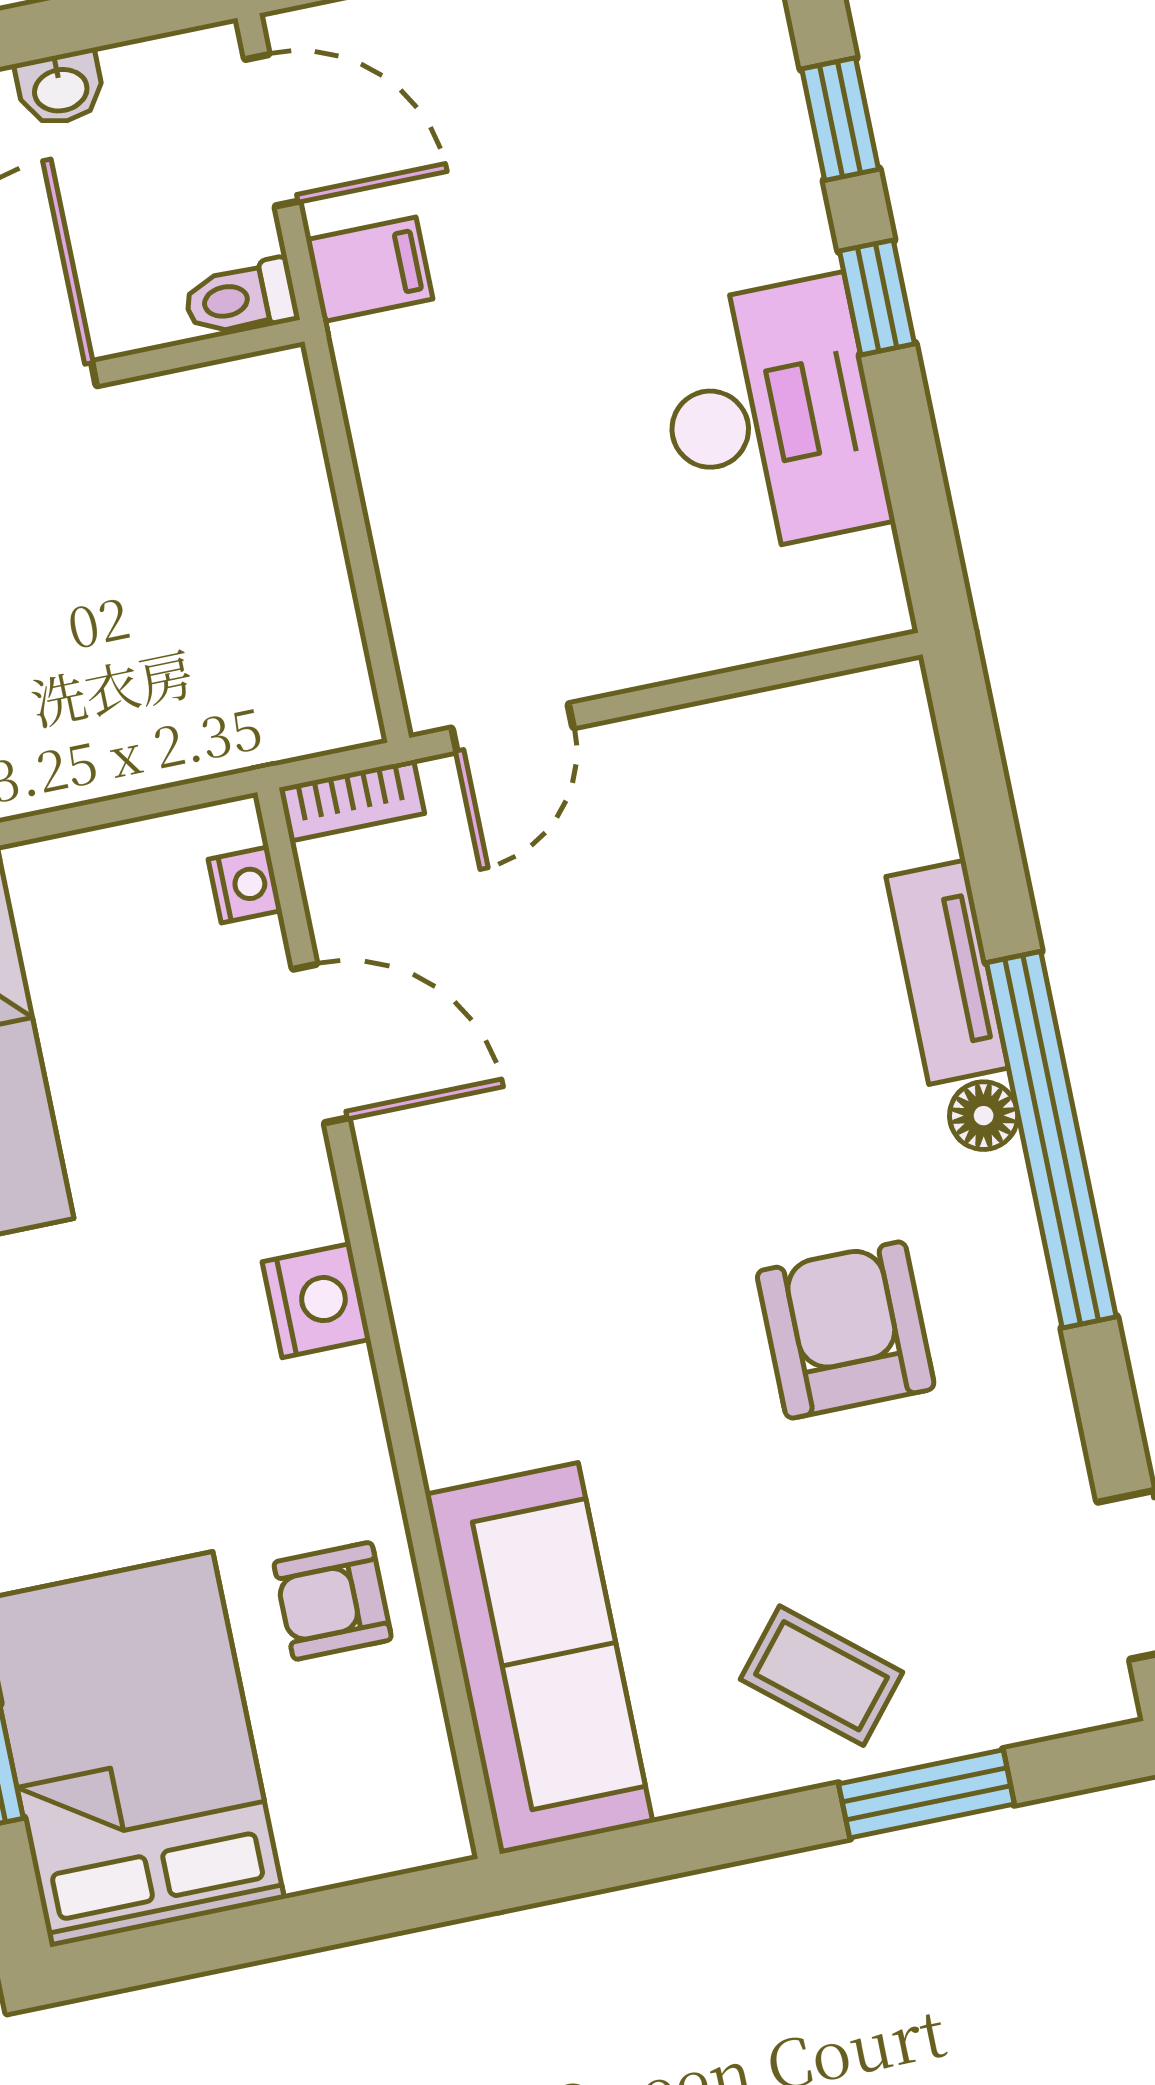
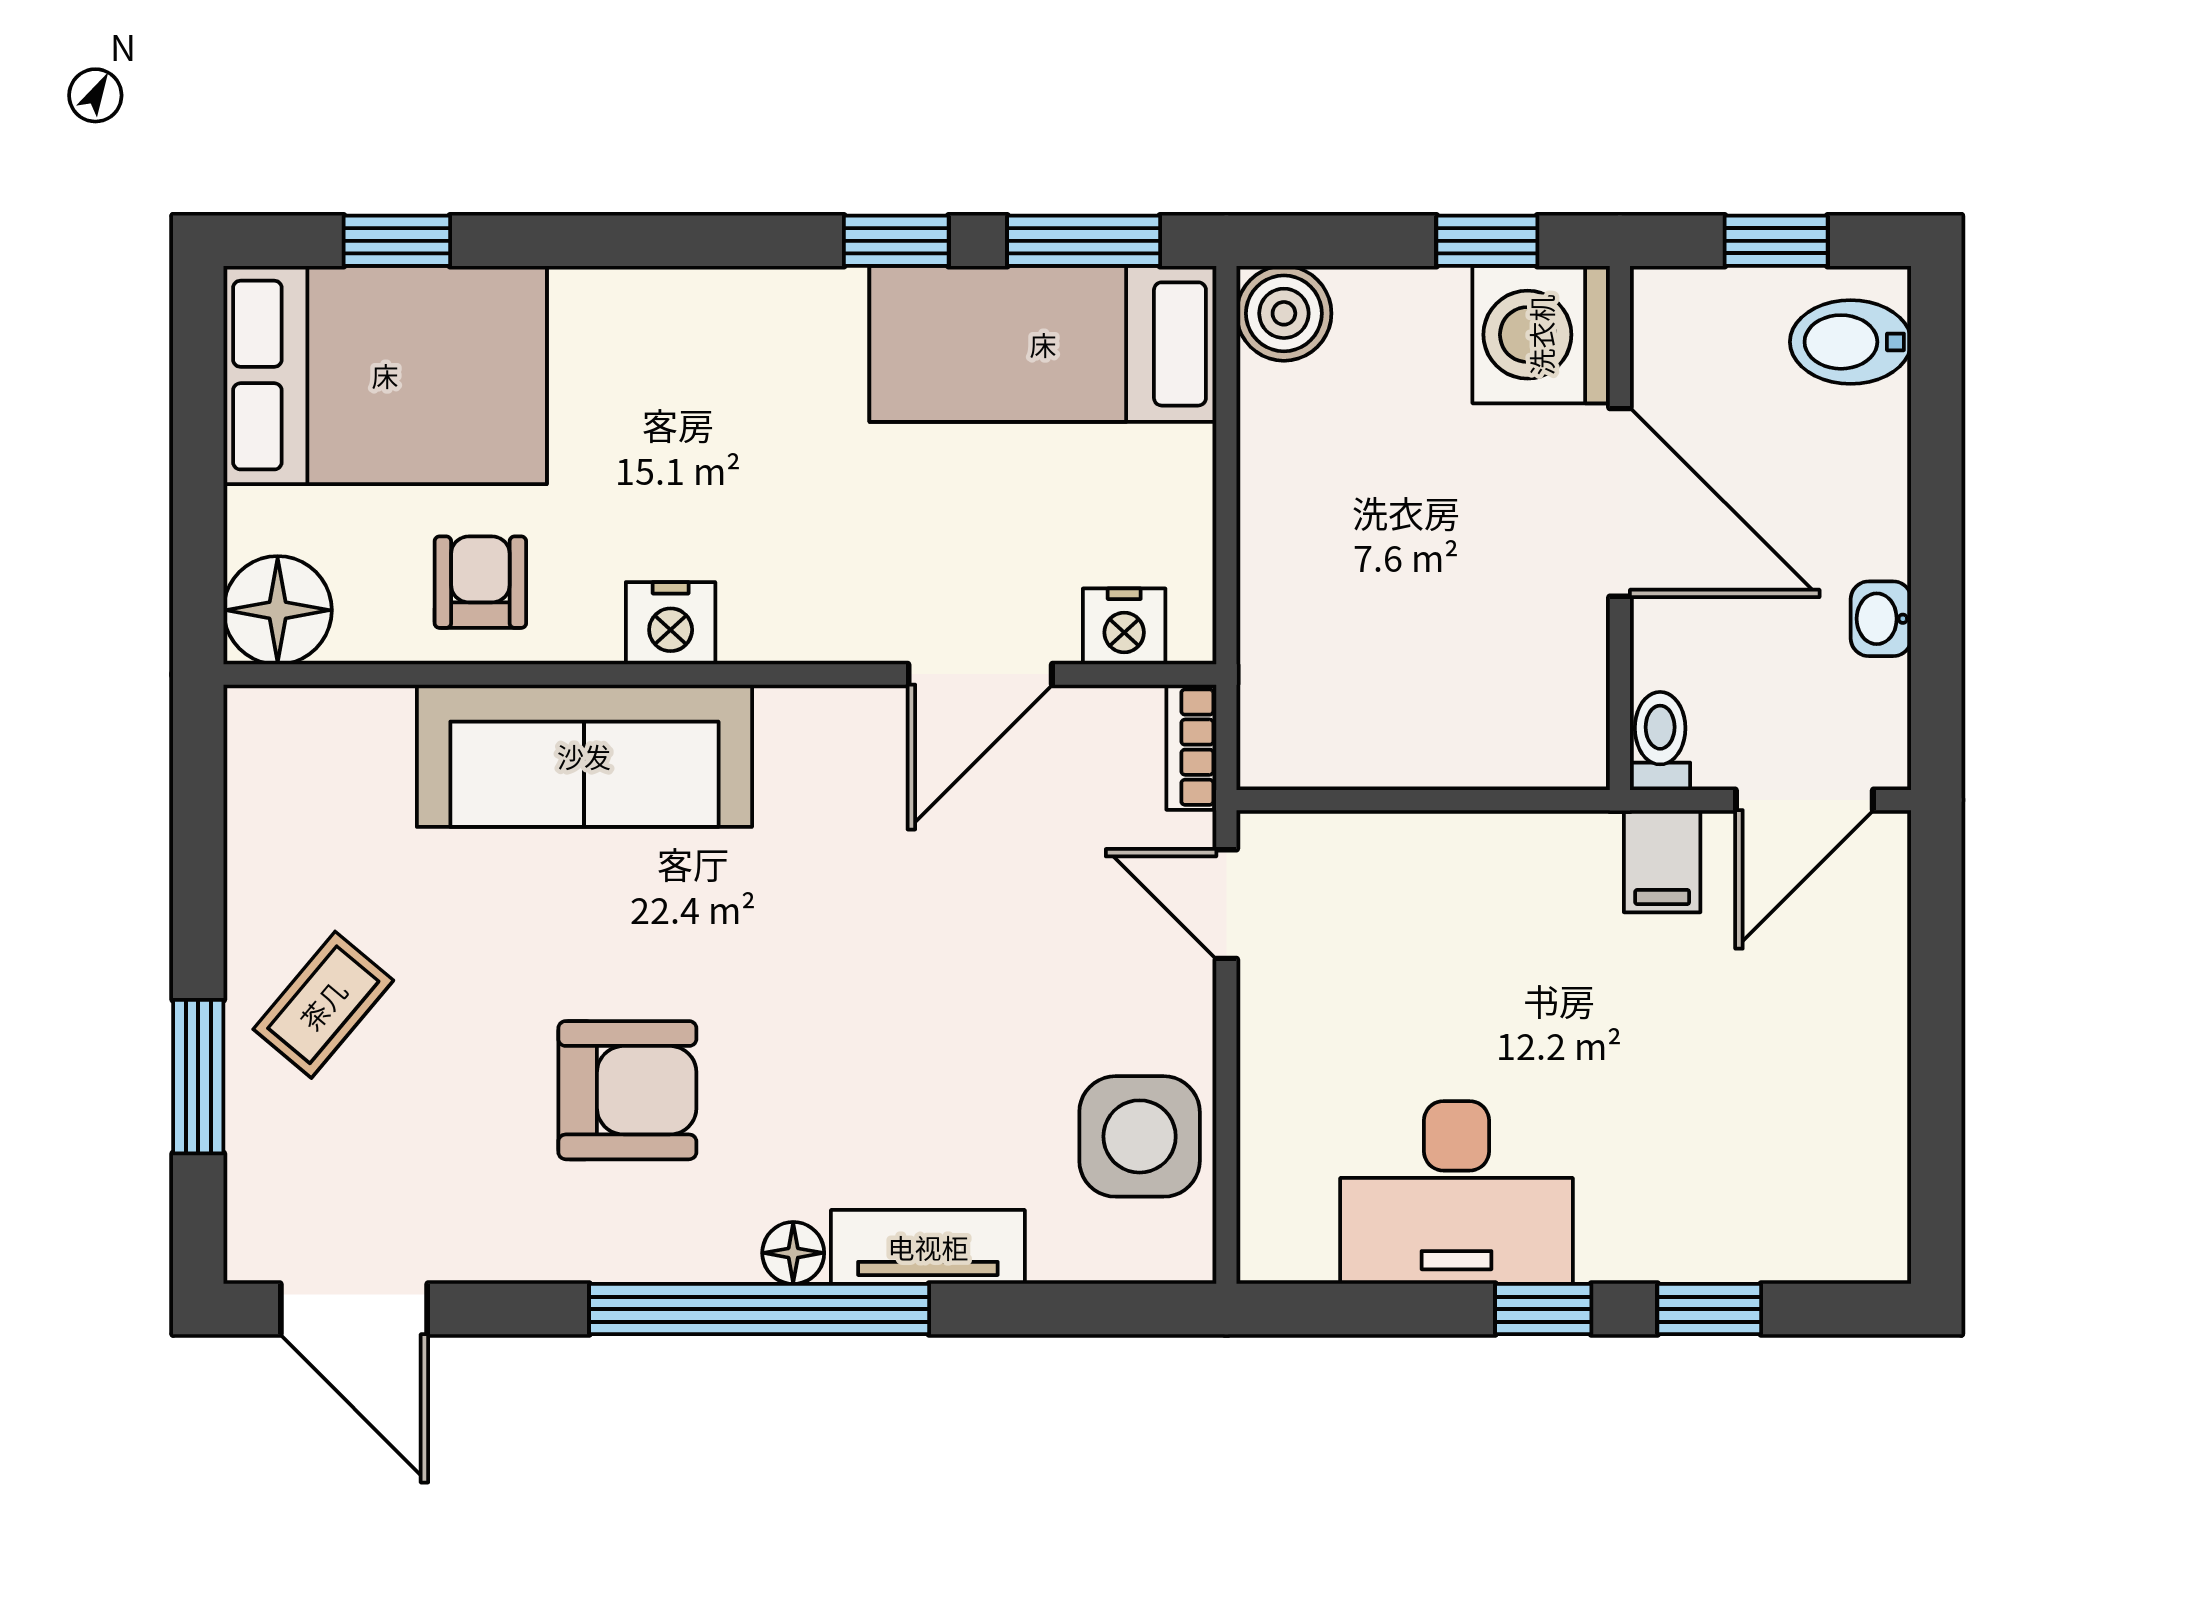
side table: (781, 770) -> (1140, 1136), added
nightstand: (245, 885) -> (1124, 626), width x1.39, depth x1.35
nightstand: (316, 1301) -> (671, 623), moved
sofa: (539, 1658) -> (584, 756), moved
floor lamp: (408, 1812) -> (278, 610), added

